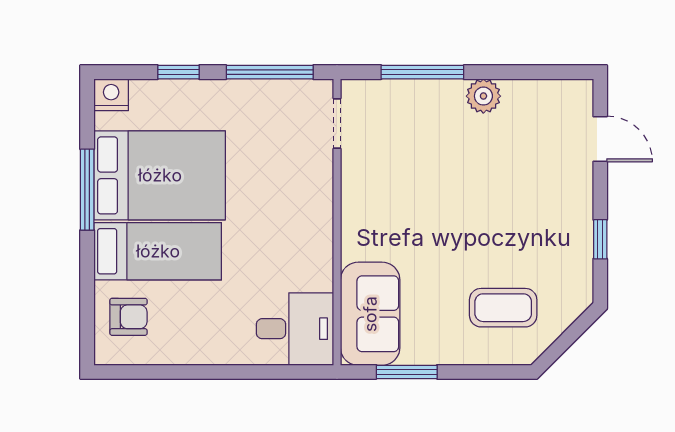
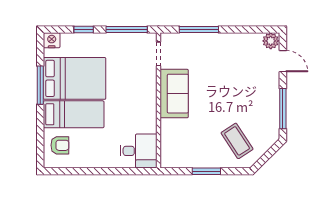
plant: (483, 96) -> (271, 41), moved
window: (600, 239) -> (283, 109), width x2.17
coffee table: (503, 308) -> (237, 141), turned 57
sofa: (370, 314) -> (174, 94), moved
window: (407, 372) -> (206, 171), moved

